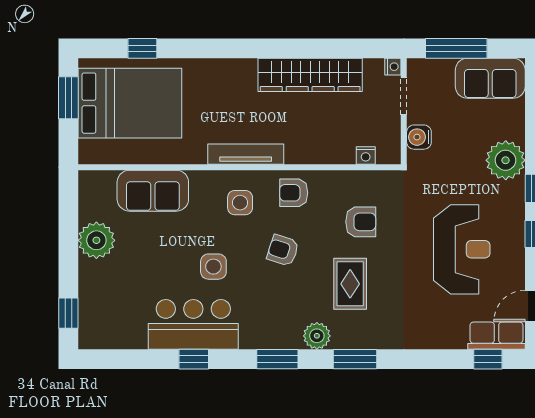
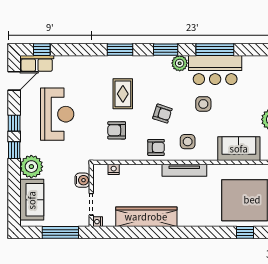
sofa: (490, 78) -> (32, 200), moved, turned 90
reception desk: (462, 249) -> (57, 114), turned 180
plant: (317, 336) -> (180, 63), moved
window: (194, 359) -> (215, 50), width x2.17

